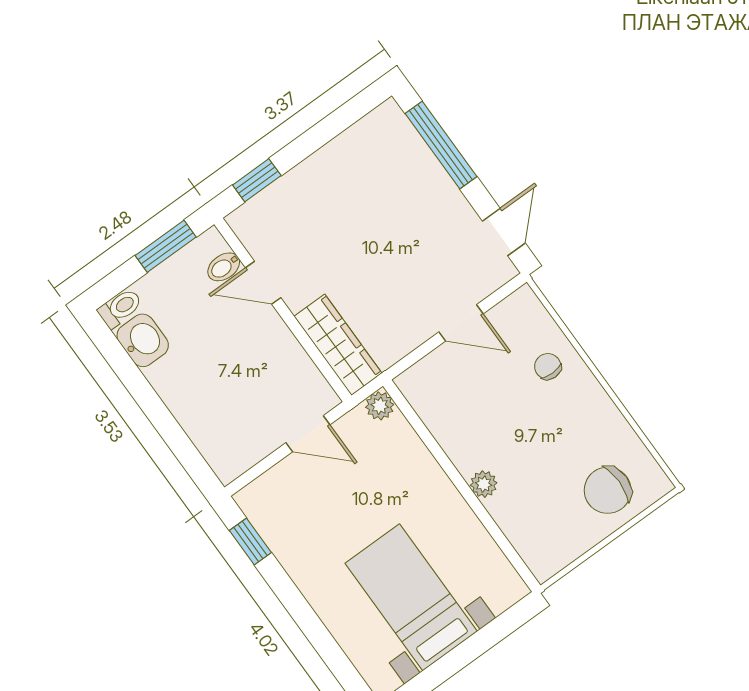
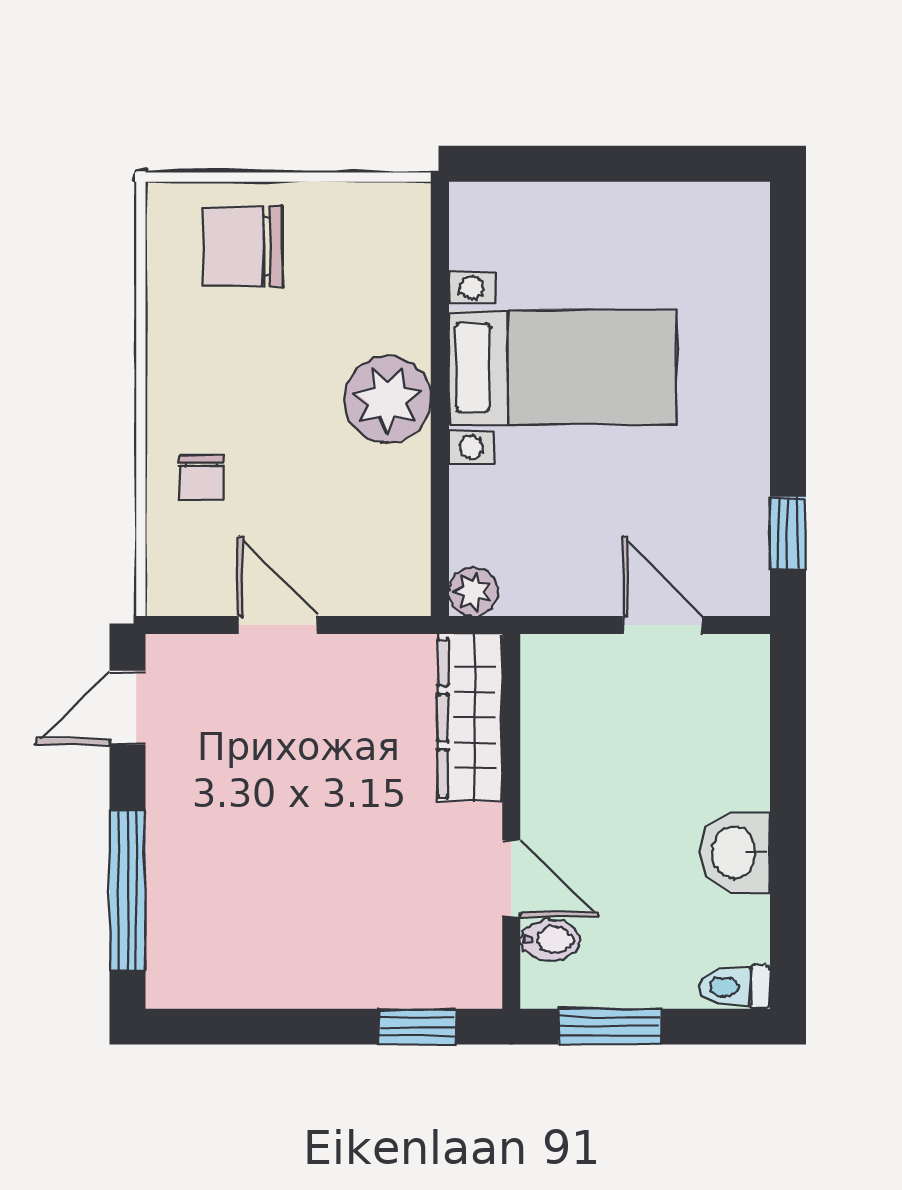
washbasin: (143, 340) -> (736, 853), moved
door: (308, 434) -> (662, 625), moved
plant: (484, 484) -> (388, 399), width x1.87, depth x1.87
chair: (608, 490) -> (243, 247), turned 180
bed with nightstands: (411, 597) -> (562, 367), moved, turned -90

